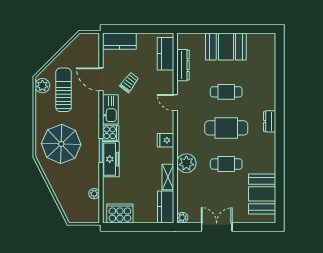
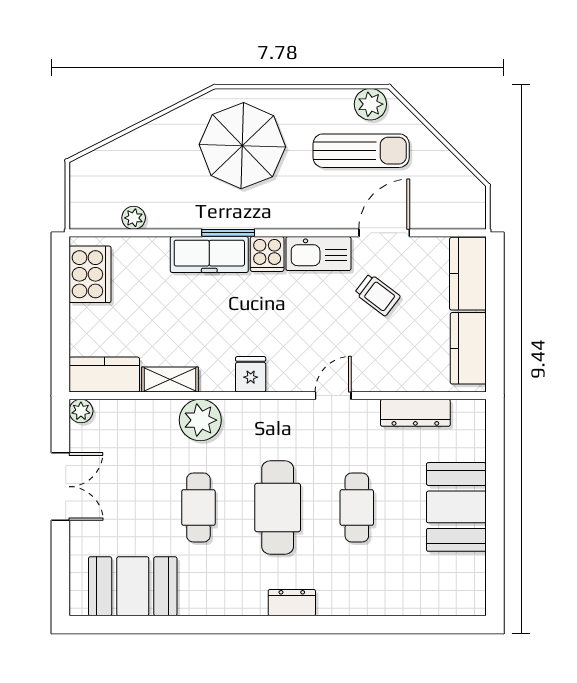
kitchen counter: (165, 54) -> (468, 348), moved, turned -90

